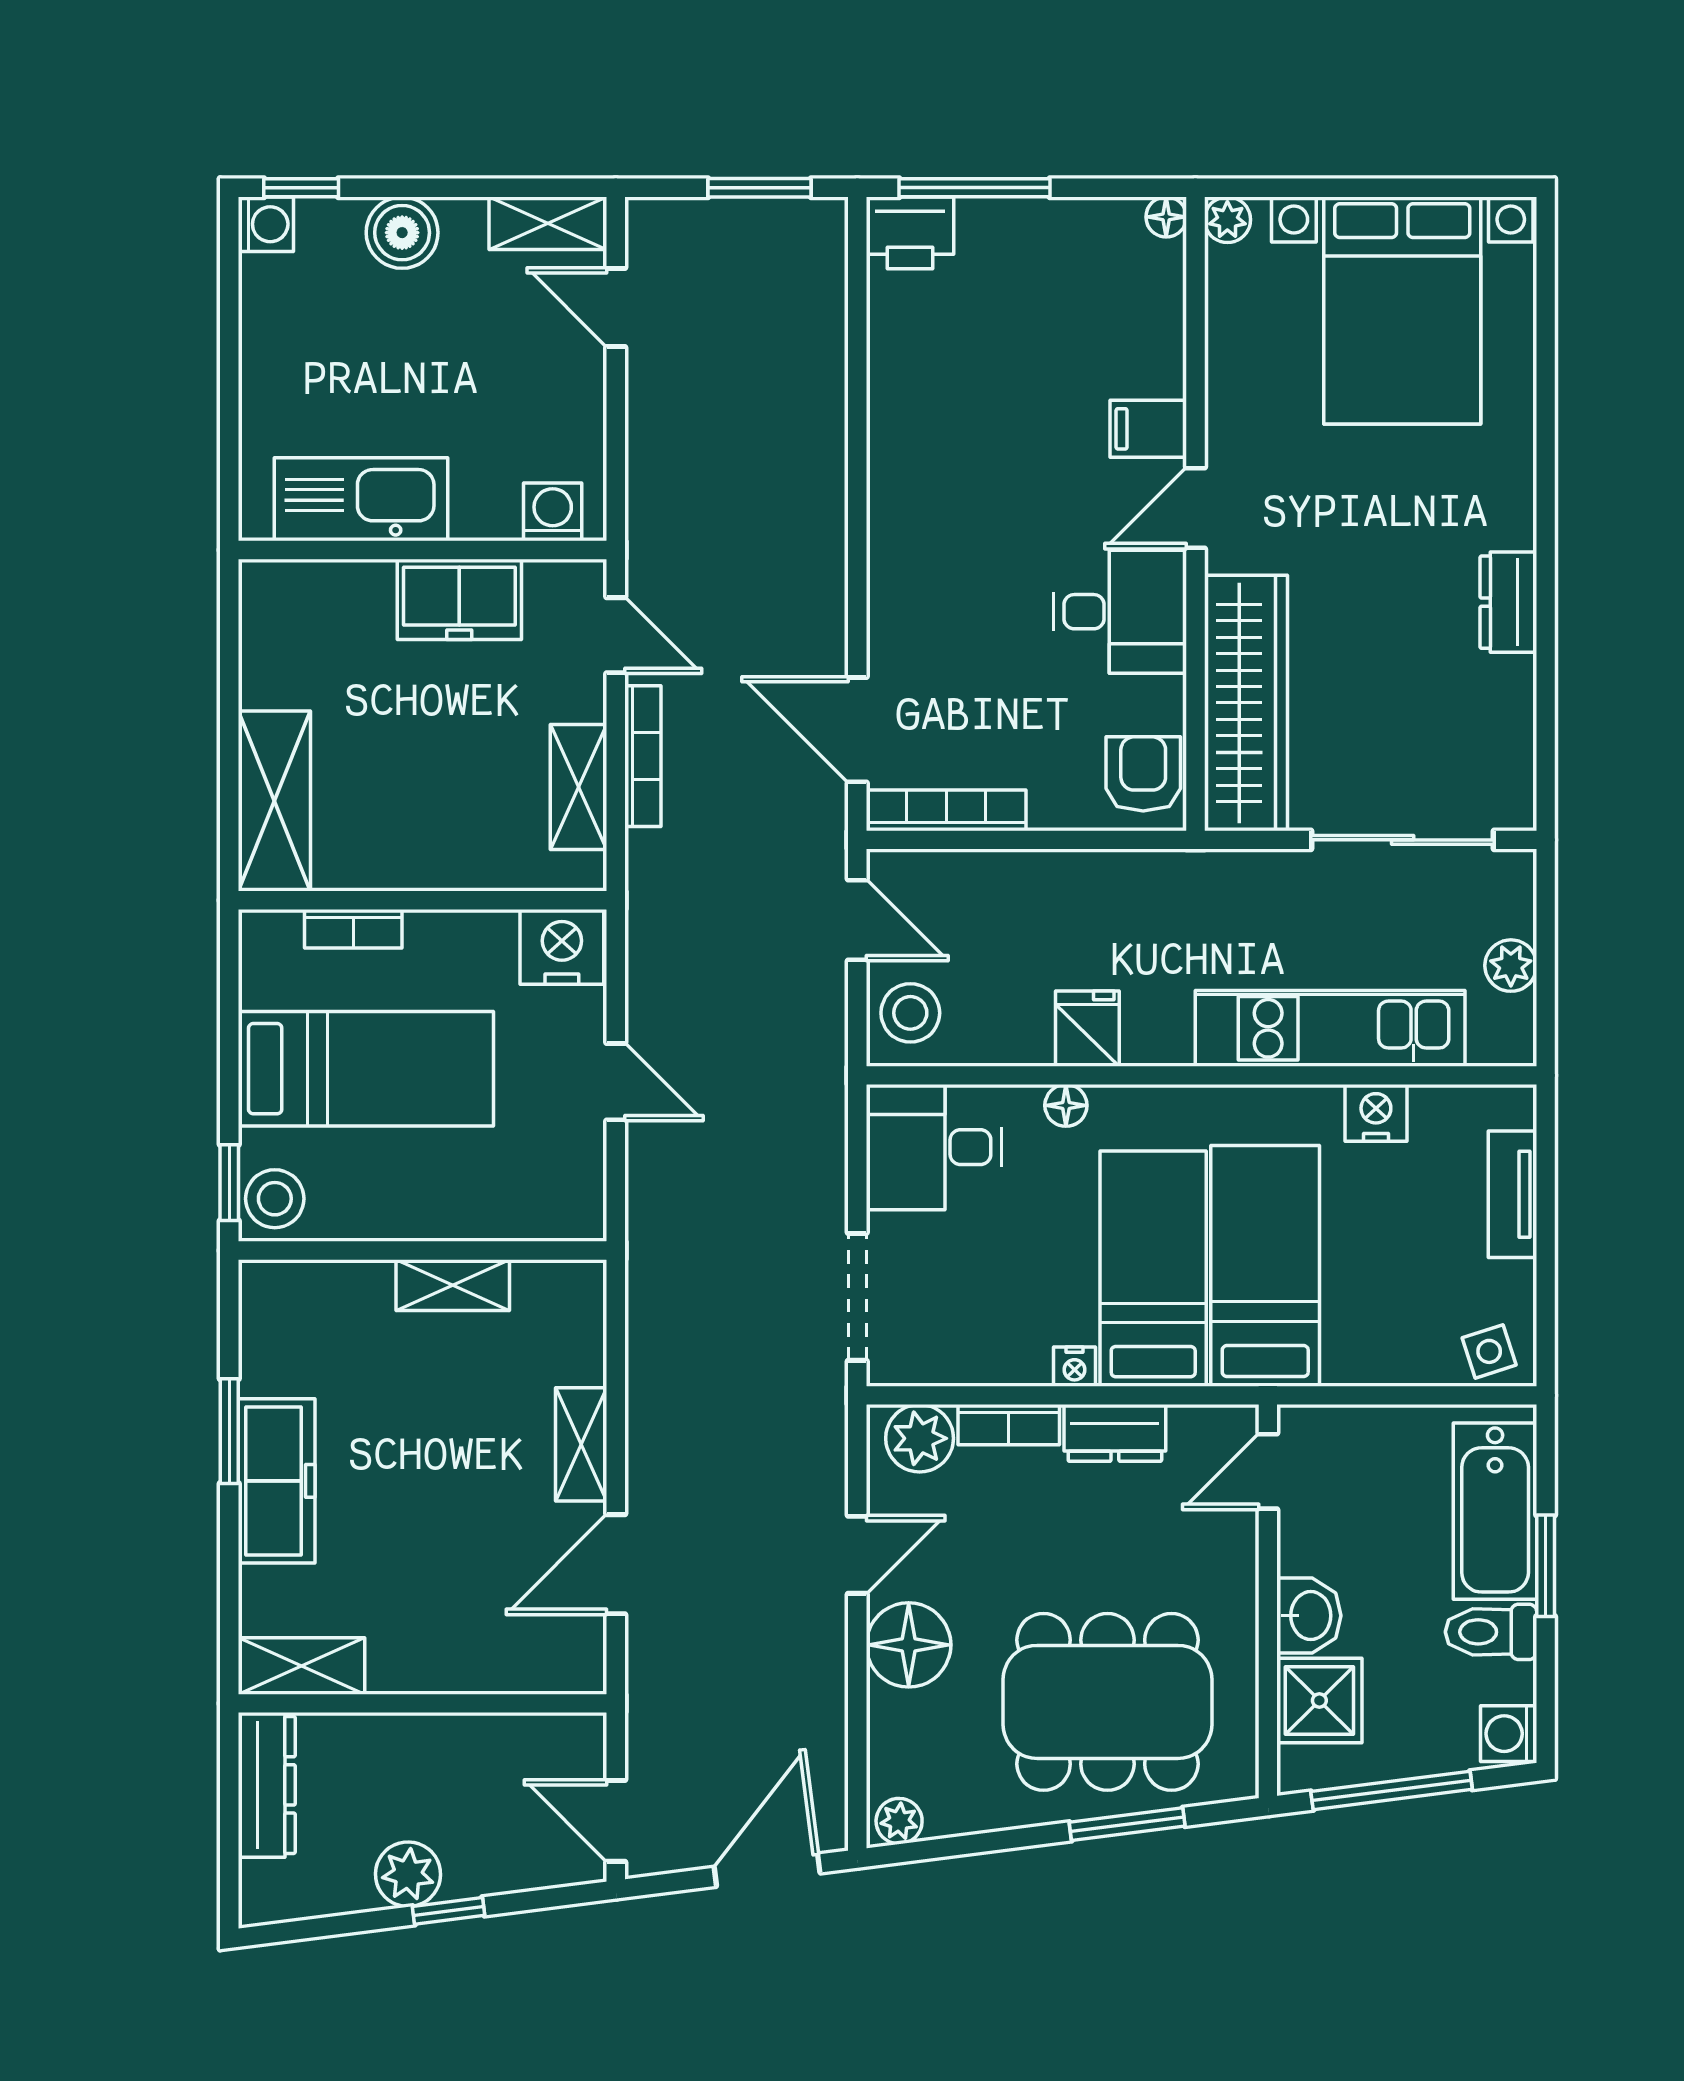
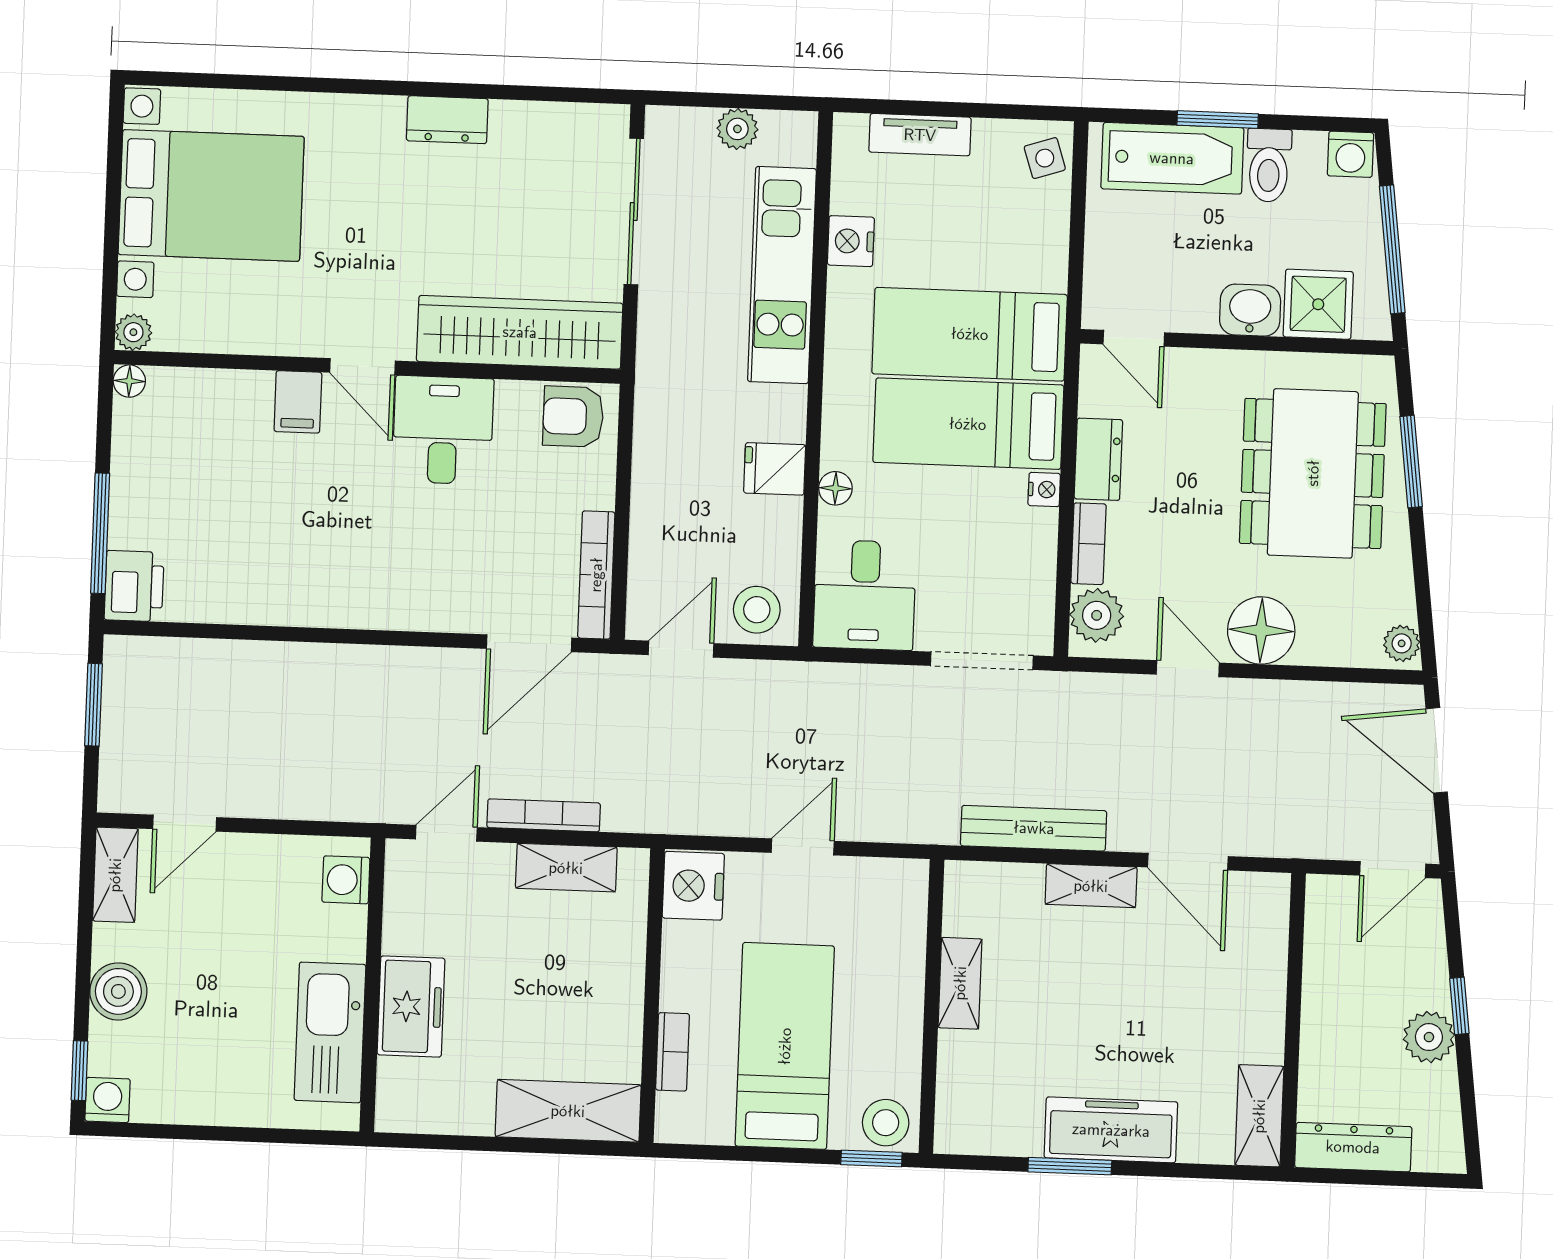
freezer: (459, 599) -> (411, 1006), moved
bench: (650, 1370) -> (1034, 828), added

